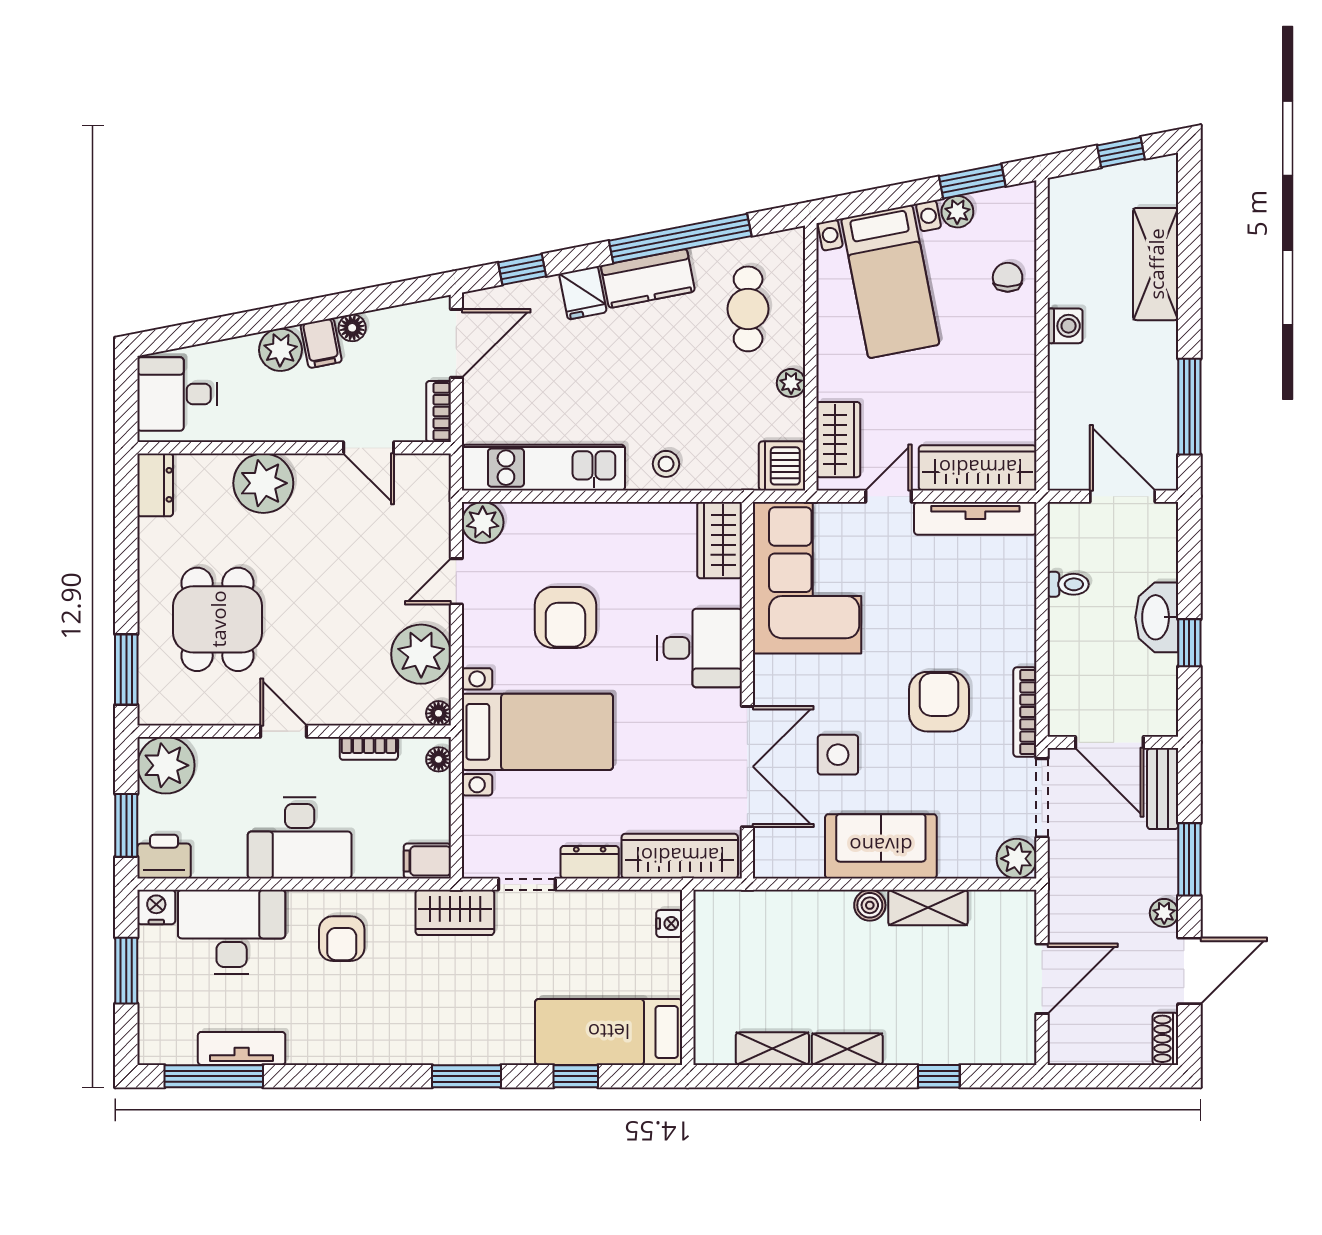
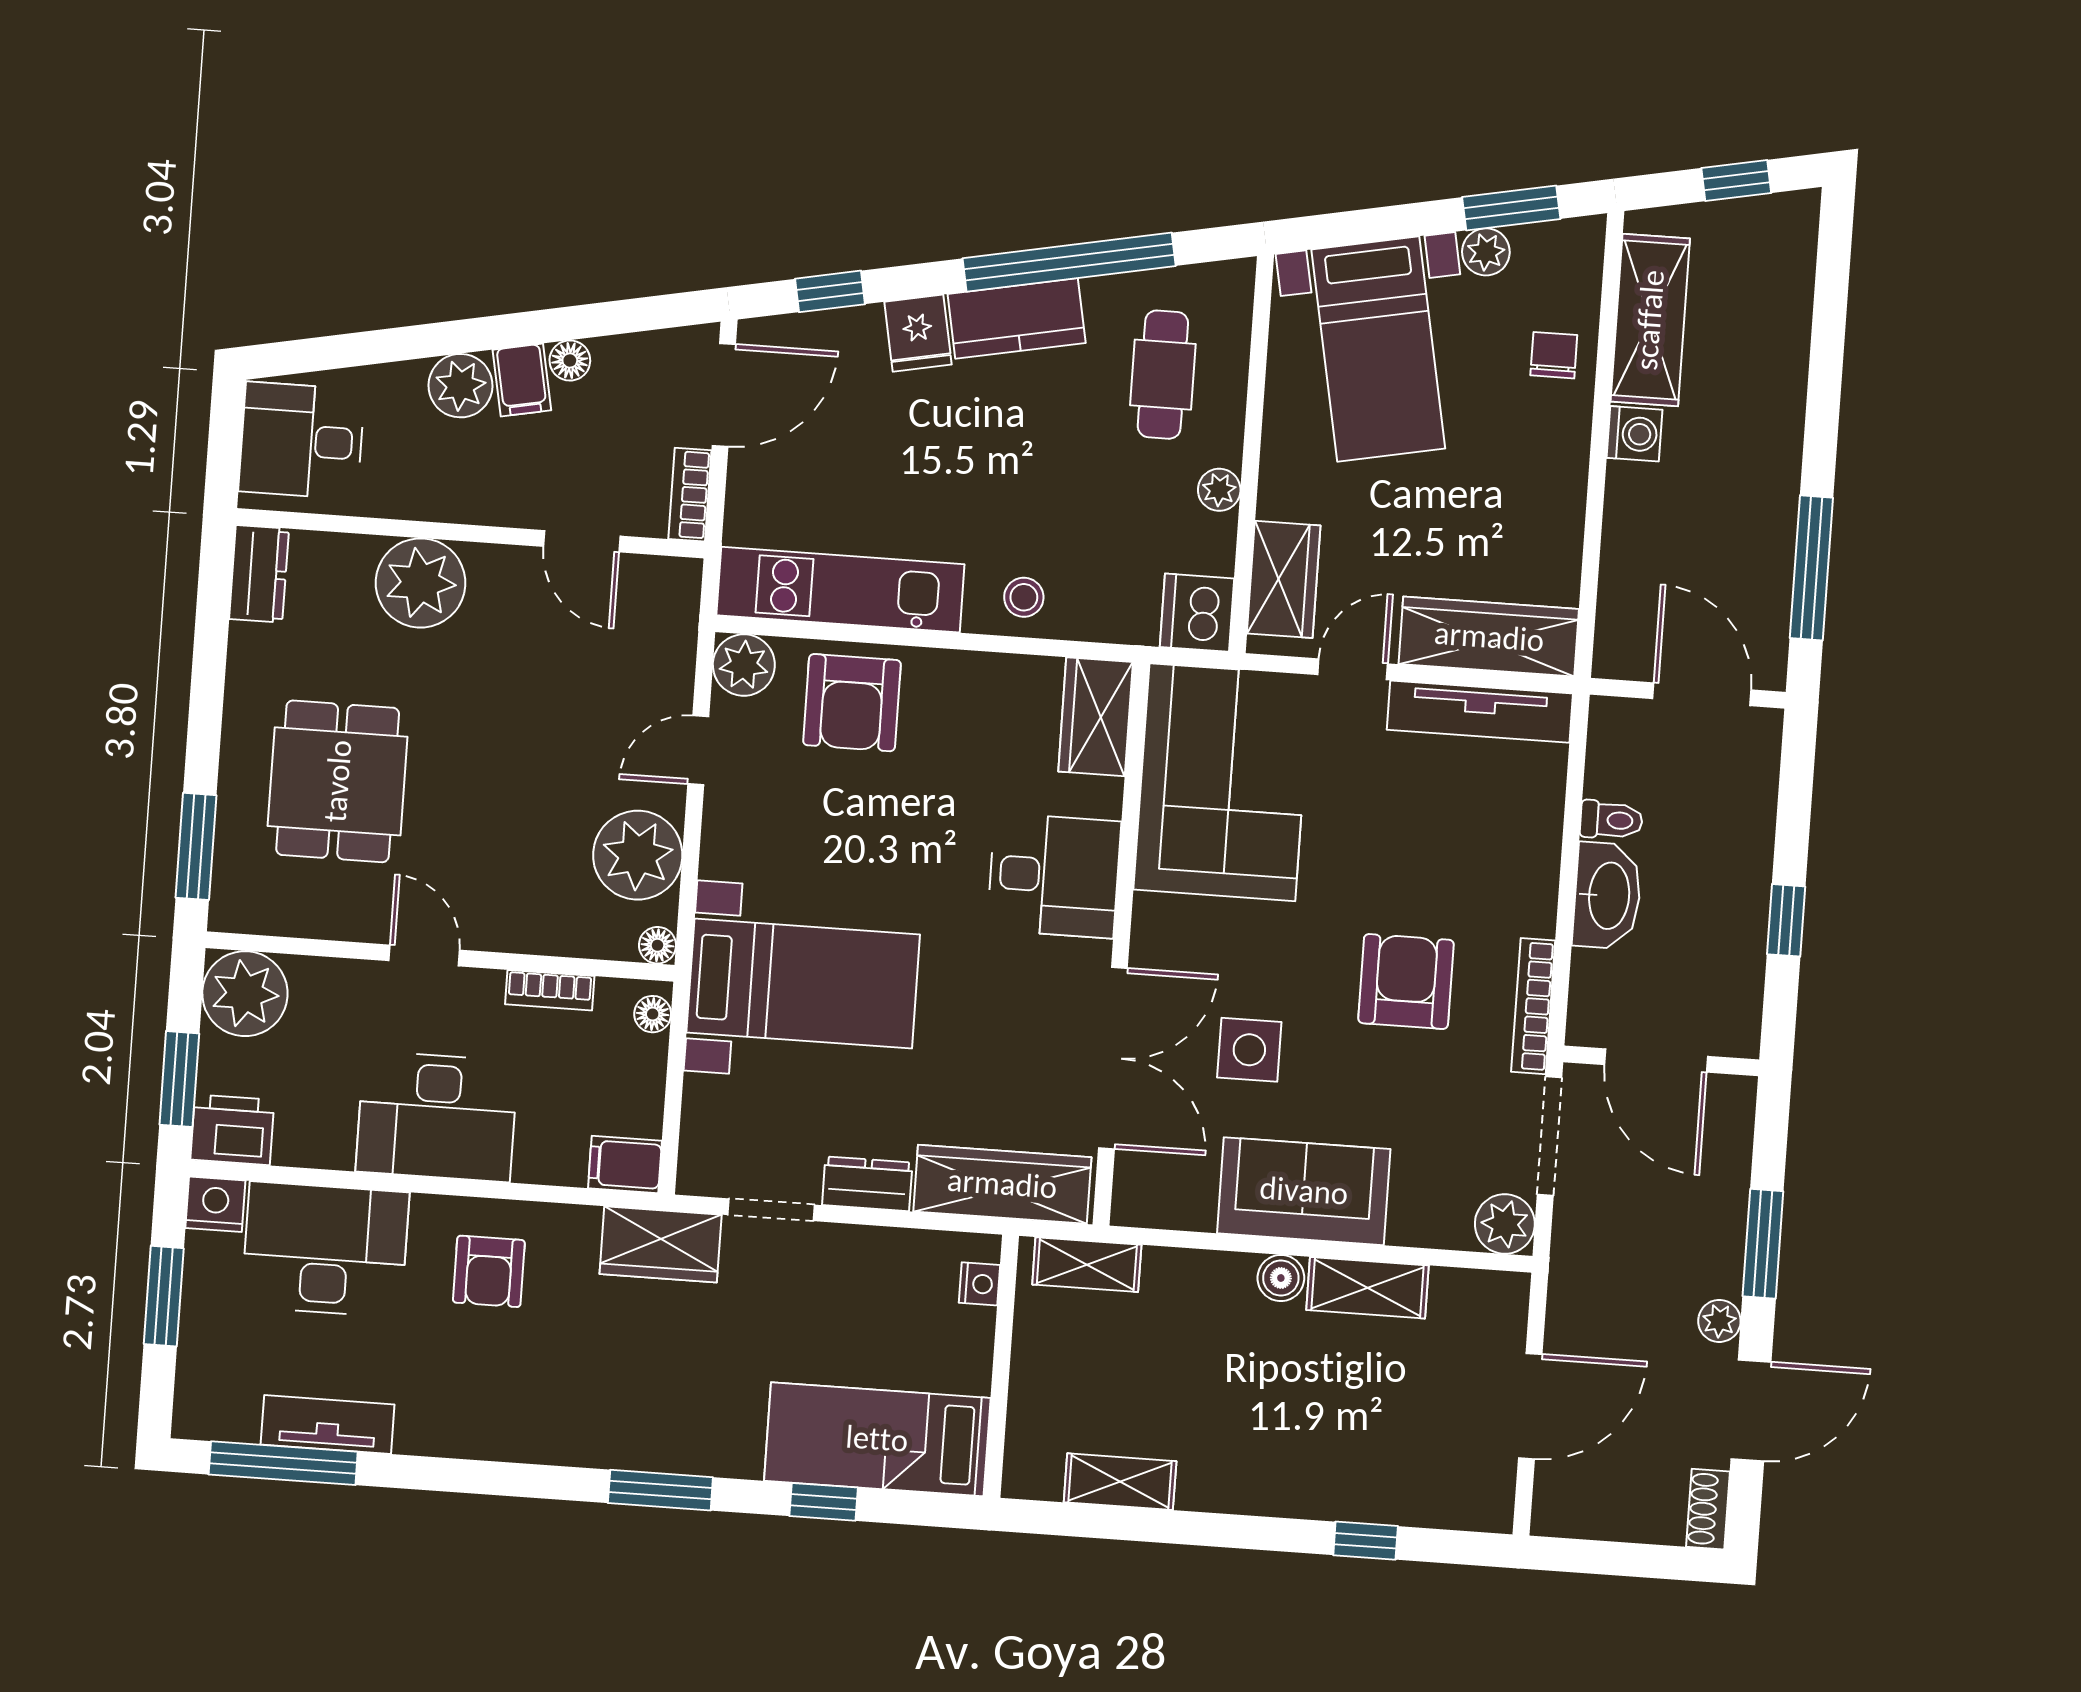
shelving: (1156, 264) -> (1650, 320), moved
armchair: (565, 617) -> (852, 703), moved
washbasin: (1157, 617) -> (1607, 896), moved, turned 180
bench: (1163, 789) -> (1731, 1135), removed
shelving: (847, 1049) -> (1087, 1265), moved

